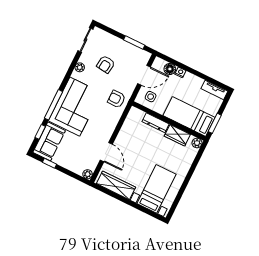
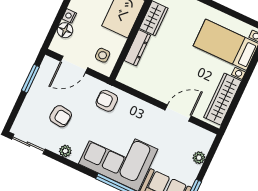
door: (144, 75) -> (74, 65), swing flipped
armchair: (117, 99) -> (107, 101), turned 90
plant: (88, 174) -> (199, 158), moved

